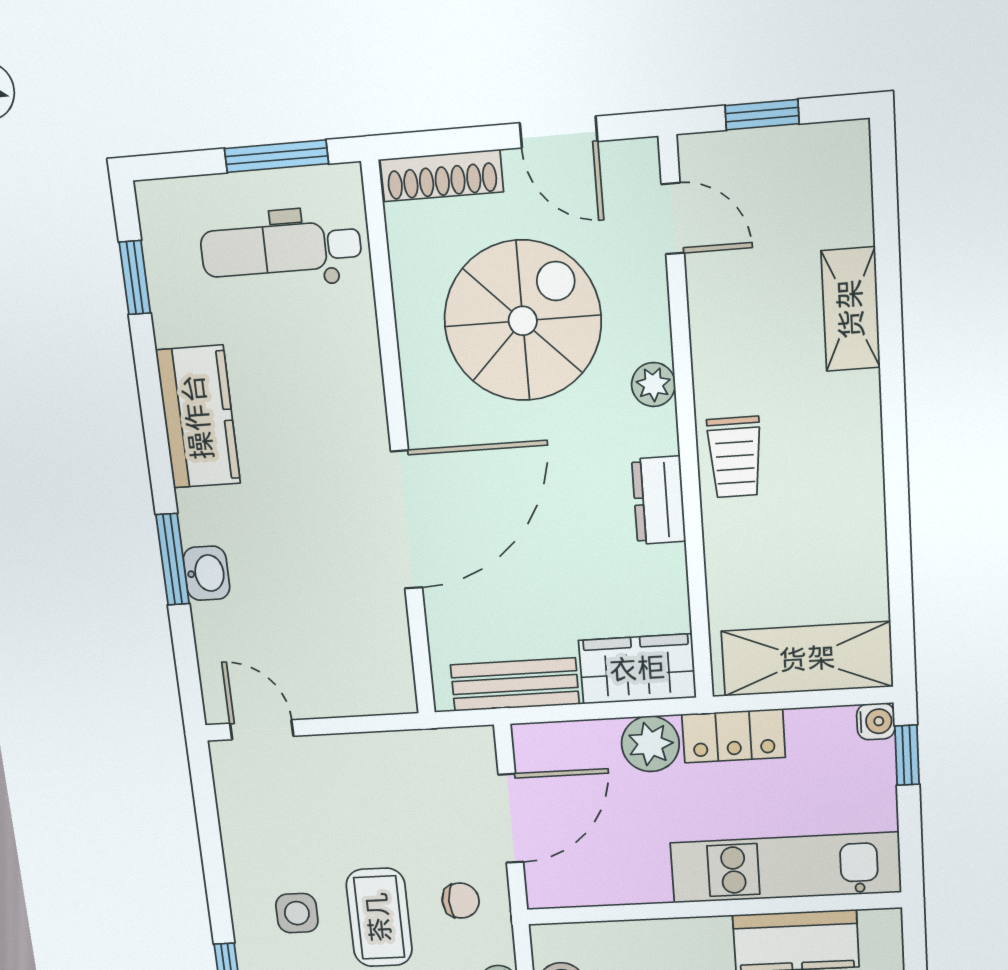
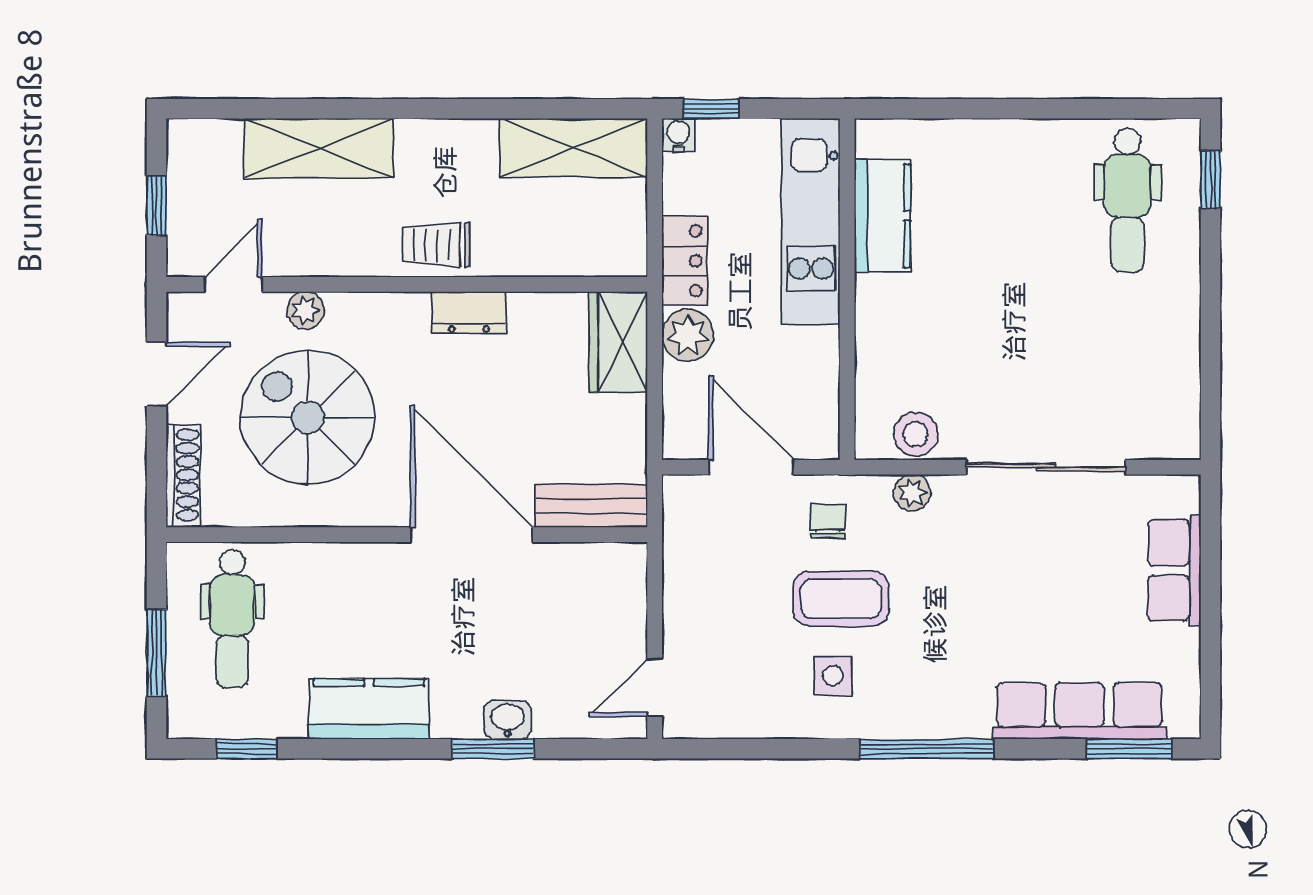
window: (276, 156) -> (156, 653), moved
shelving: (851, 309) -> (319, 148), width x1.50, depth x1.33
plant: (653, 384) -> (305, 310), moved
trolley: (735, 457) -> (436, 245), turned 180
shelving: (807, 659) -> (574, 148), moved, turned 90
bench: (515, 685) -> (591, 506), moved, turned 90

